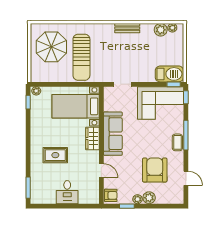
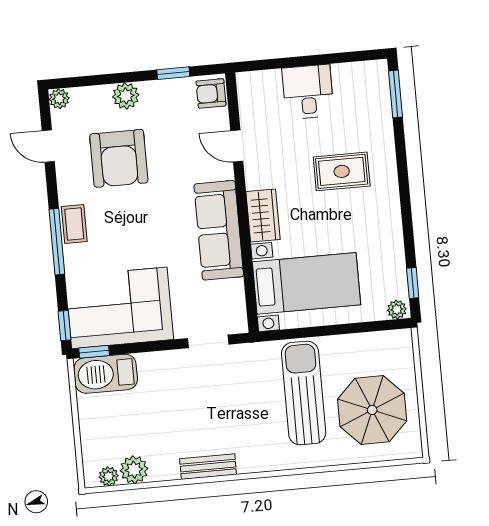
plant: (138, 199) -> (59, 99), moved

